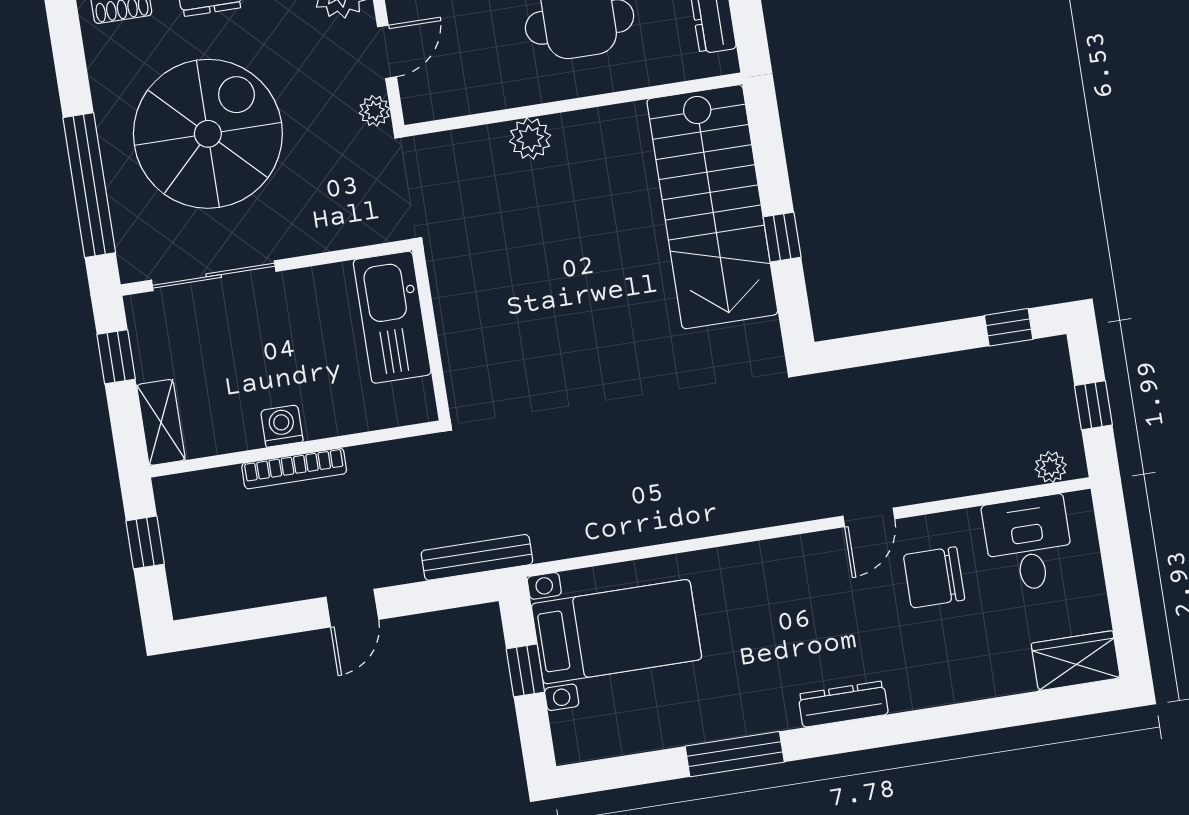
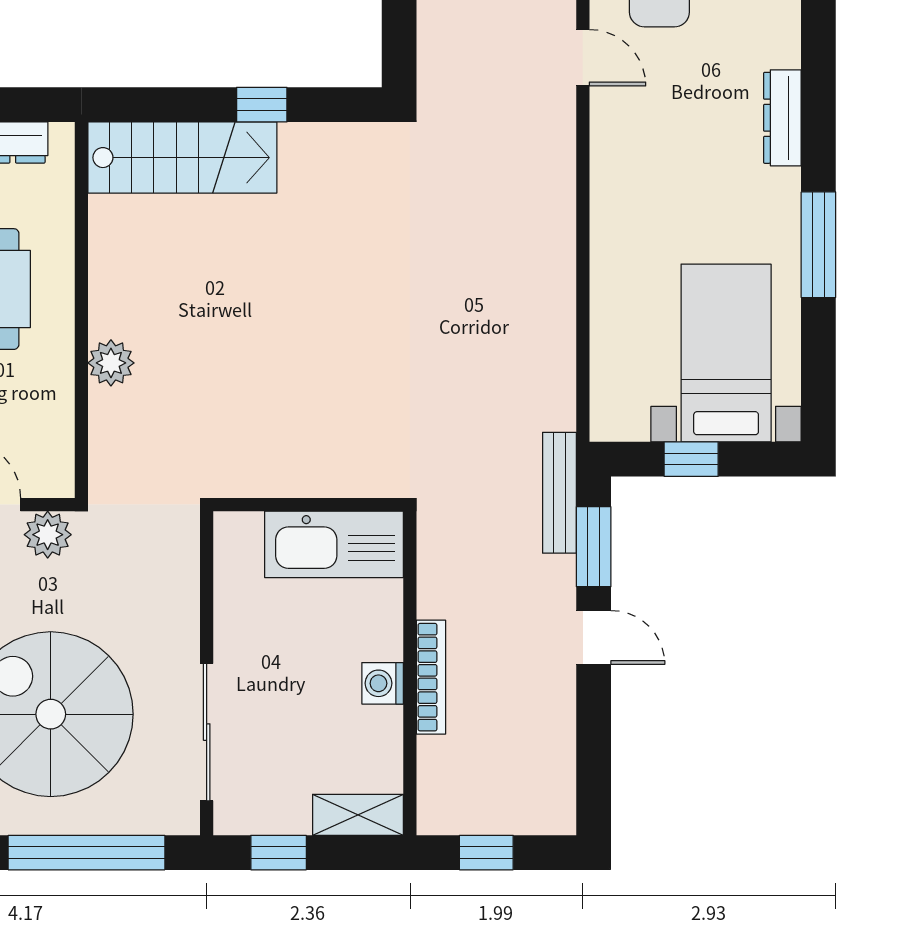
plant: (375, 111) -> (48, 535), width x1.38, depth x1.38
stairs: (712, 207) -> (182, 158), width x0.73, depth x0.66
kitchen sink: (392, 317) -> (334, 544), moved
window: (433, 596) -> (594, 547), added
bed with nightstands: (616, 632) -> (726, 353), moved

